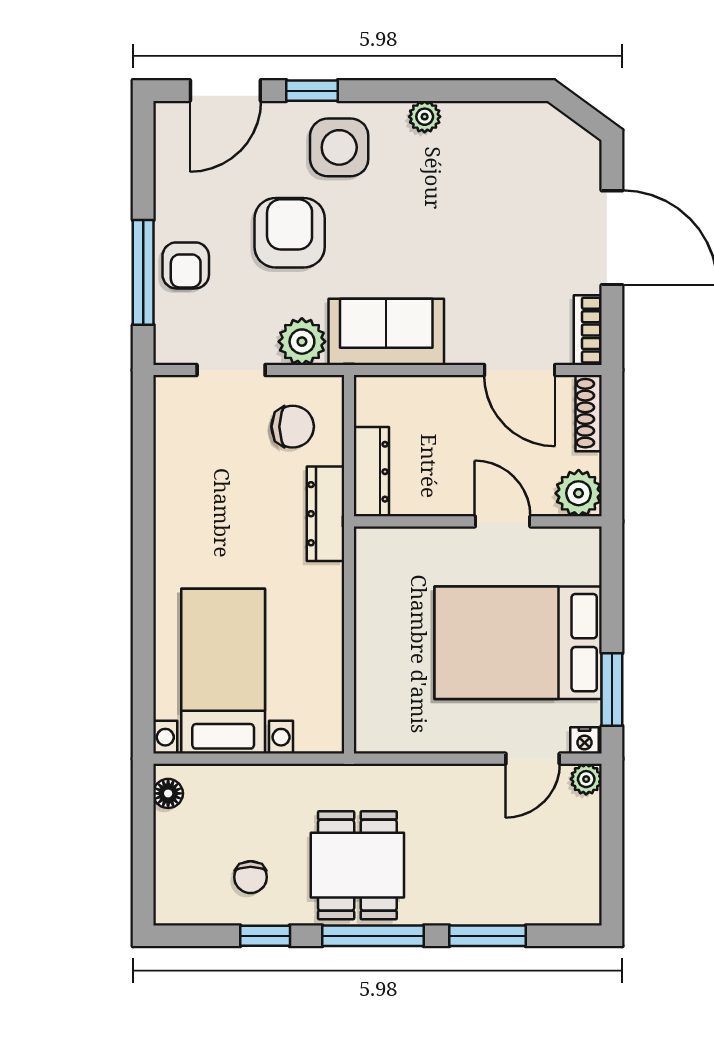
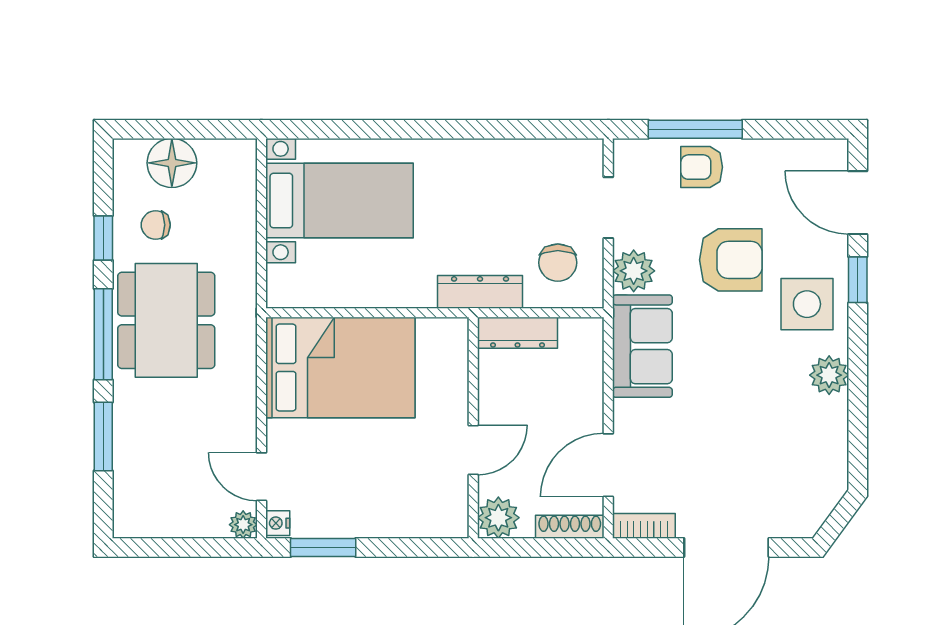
plant: (425, 117) -> (829, 375), width x1.38, depth x1.38
bed: (518, 643) -> (340, 367), moved, turned 90
floor lamp: (168, 793) -> (172, 163), moved, width x1.89, depth x1.89
dining table: (357, 865) -> (166, 320), width x1.38

